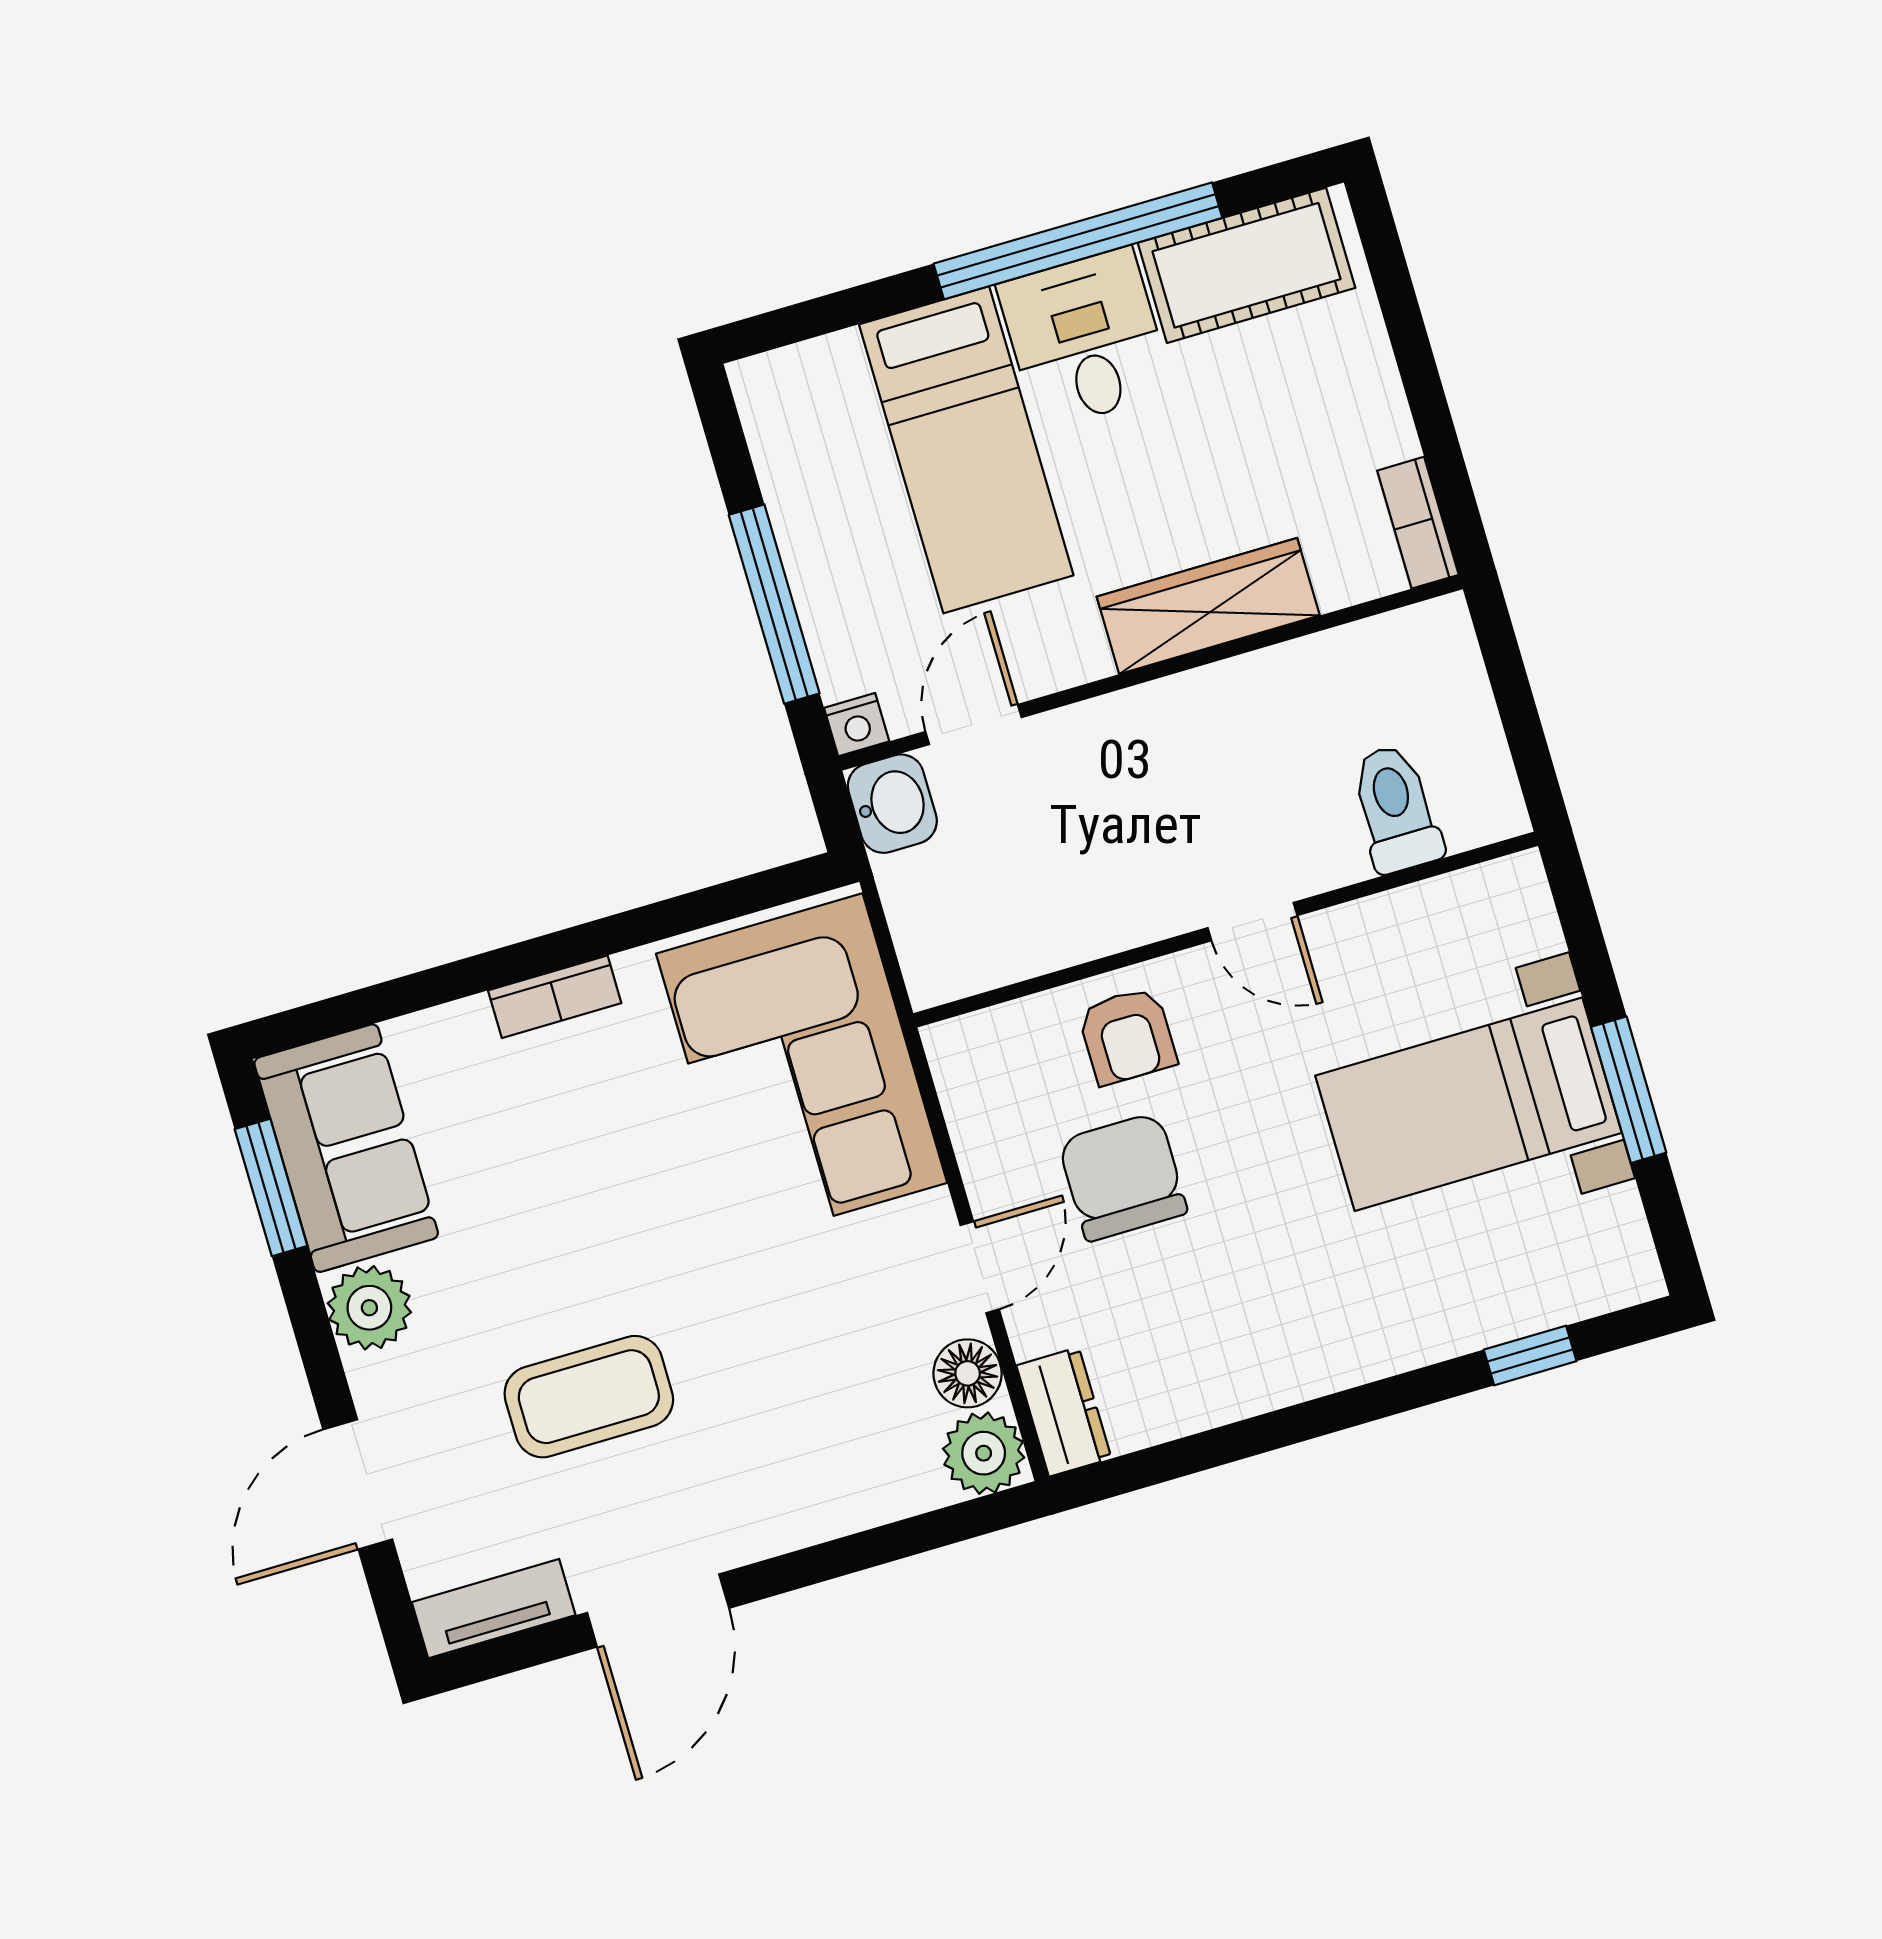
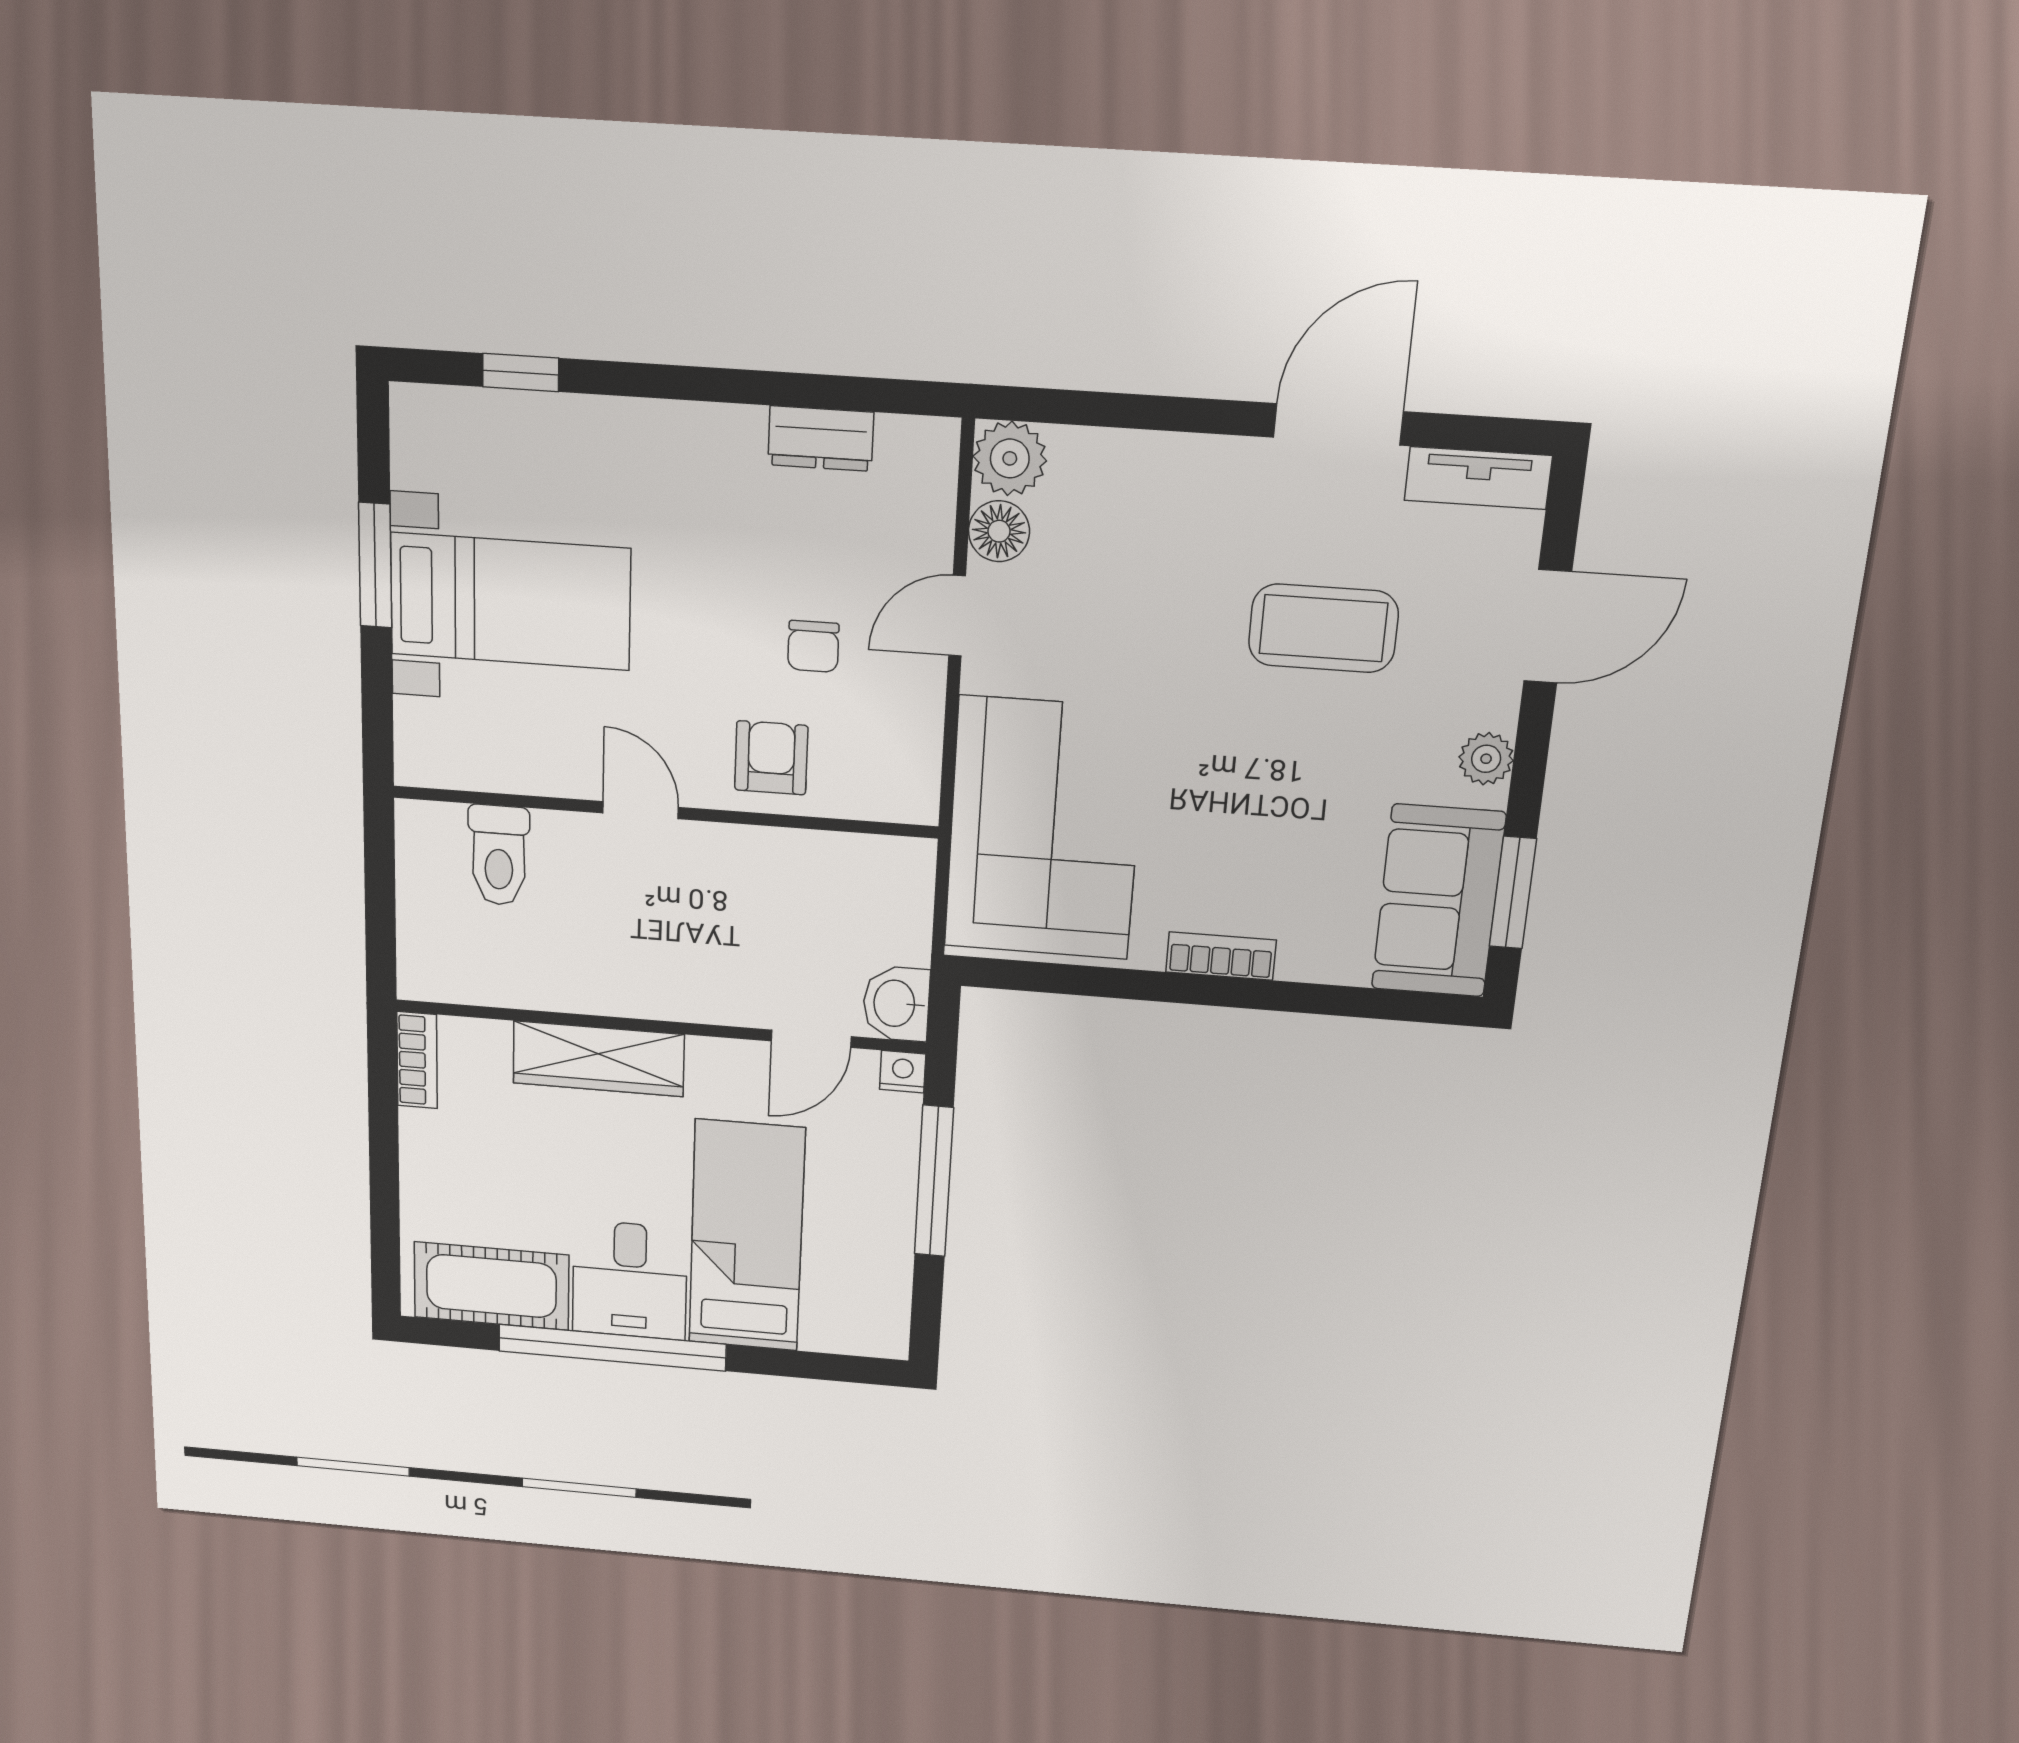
chair: (1123, 1177) -> (813, 646), width x0.54, depth x0.54
plant: (369, 1308) -> (1486, 759), width x0.73, depth x0.73
dresser: (1064, 1412) -> (821, 439), moved, turned -90

